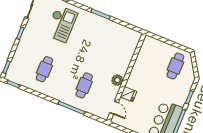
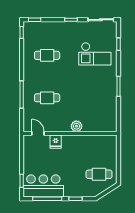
plant: (117, 80) -> (76, 126), moved
door: (114, 108) -> (38, 133), swing flipped

